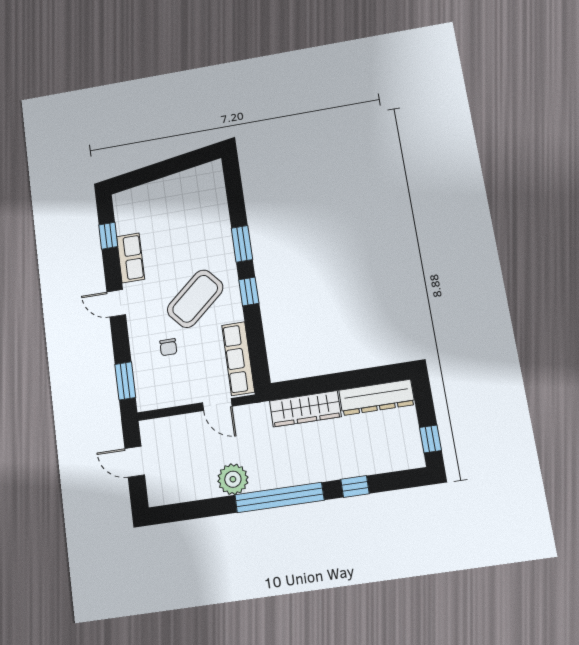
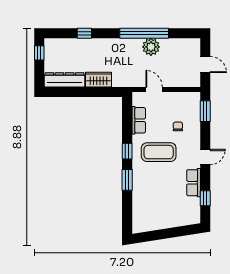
coffee table: (195, 299) -> (159, 152), turned 41
door: (116, 303) -> (205, 157), hinge flipped
row of seats: (238, 359) -> (139, 120), width x0.68
wardrobe: (305, 409) -> (99, 80), width x0.67
window: (279, 498) -> (144, 33), moved

